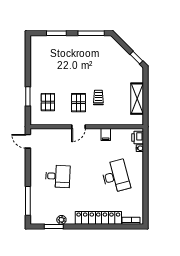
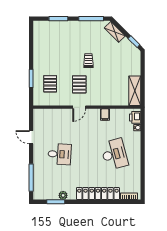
shelving: (116, 47) -> (115, 32), added
trolley: (98, 98) -> (88, 61), moved
shelving: (137, 99) -> (135, 91), moved
door: (28, 141) -> (31, 137), moved

